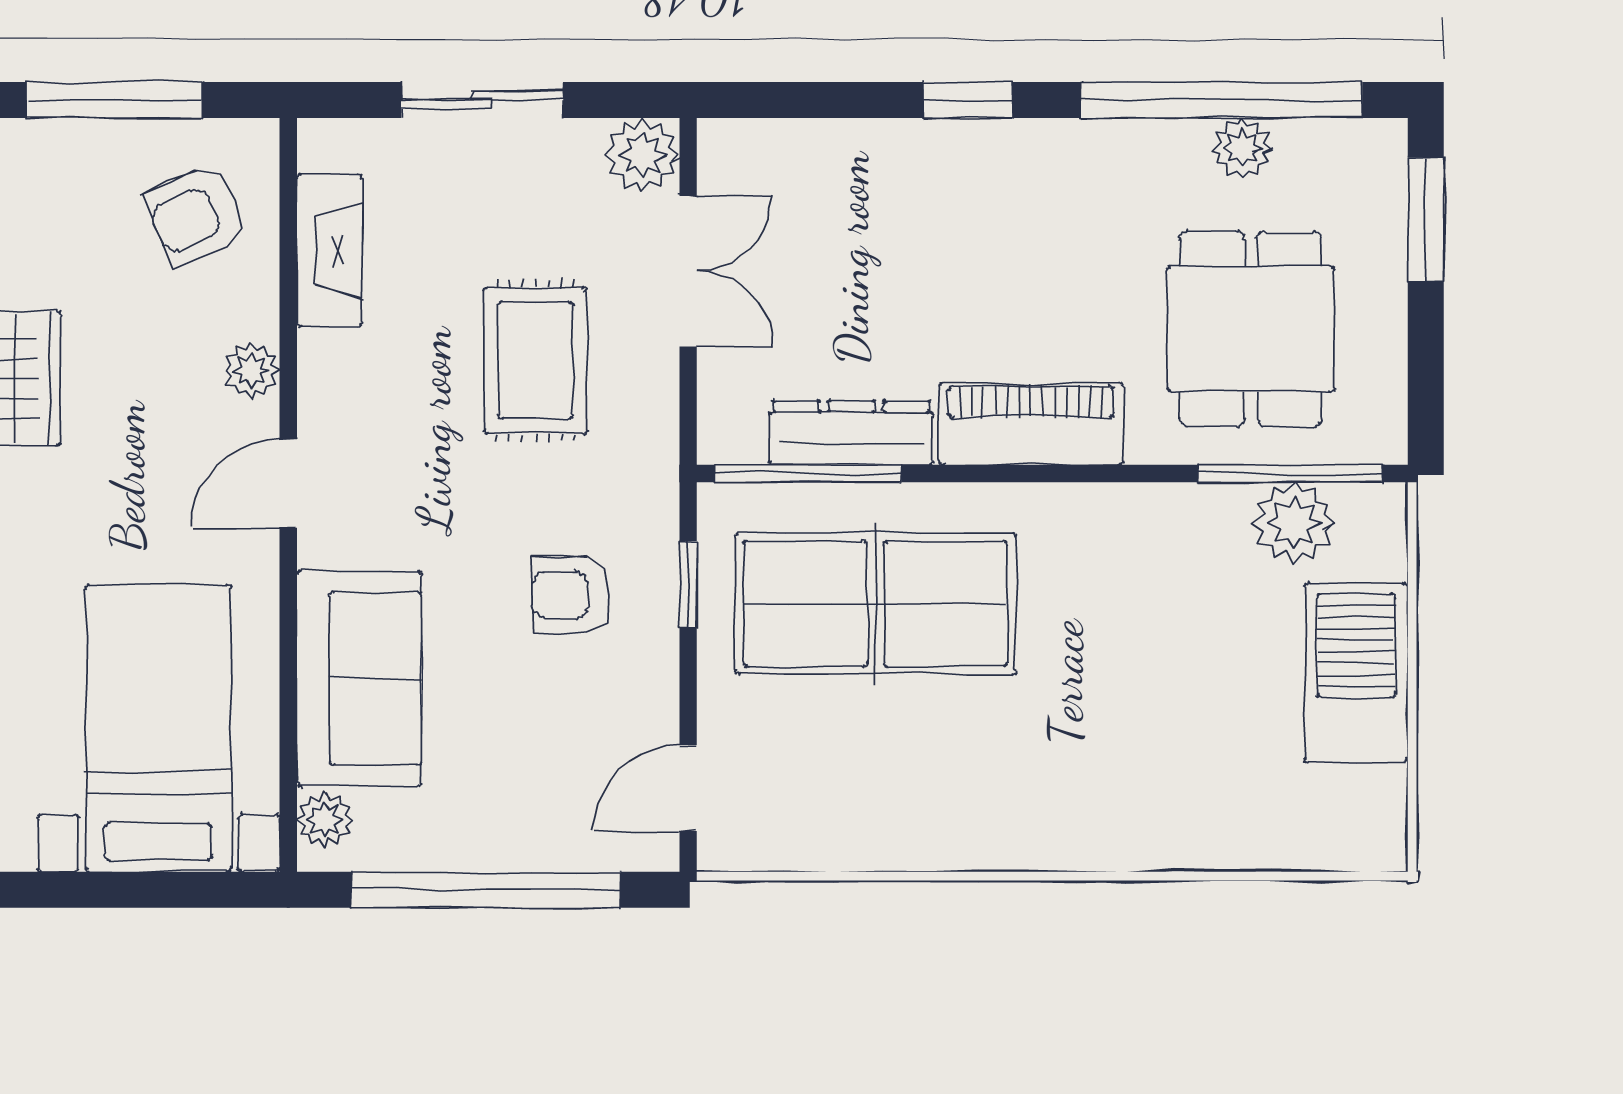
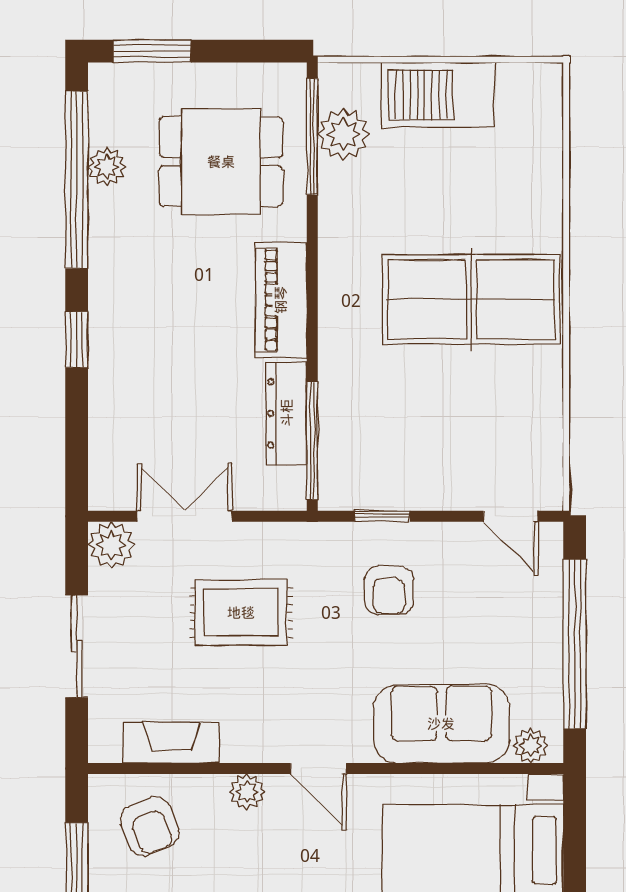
table tennis table: (875, 604) -> (471, 299), moved, turned 90

